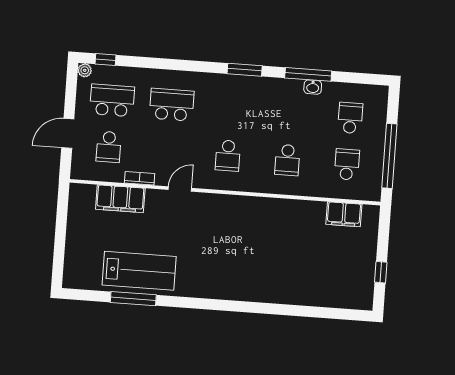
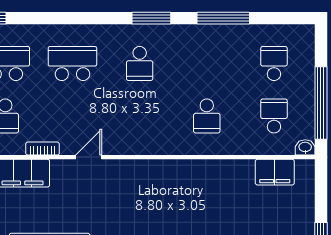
washbasin: (313, 87) -> (305, 147), moved, turned 180
school desk: (228, 156) -> (140, 63), moved

